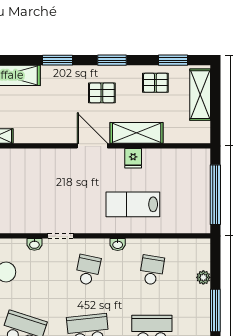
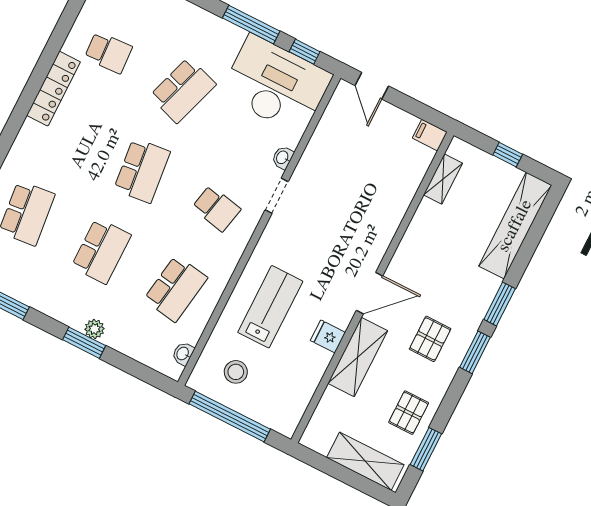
window: (112, 60) -> (475, 352), moved
stool: (185, 205) -> (236, 372), added
washbasin: (118, 244) -> (183, 354), moved
school desk: (152, 270) -> (176, 289), width x1.85
plant: (203, 277) -> (95, 329), moved
window: (215, 311) -> (84, 343), width x0.69

